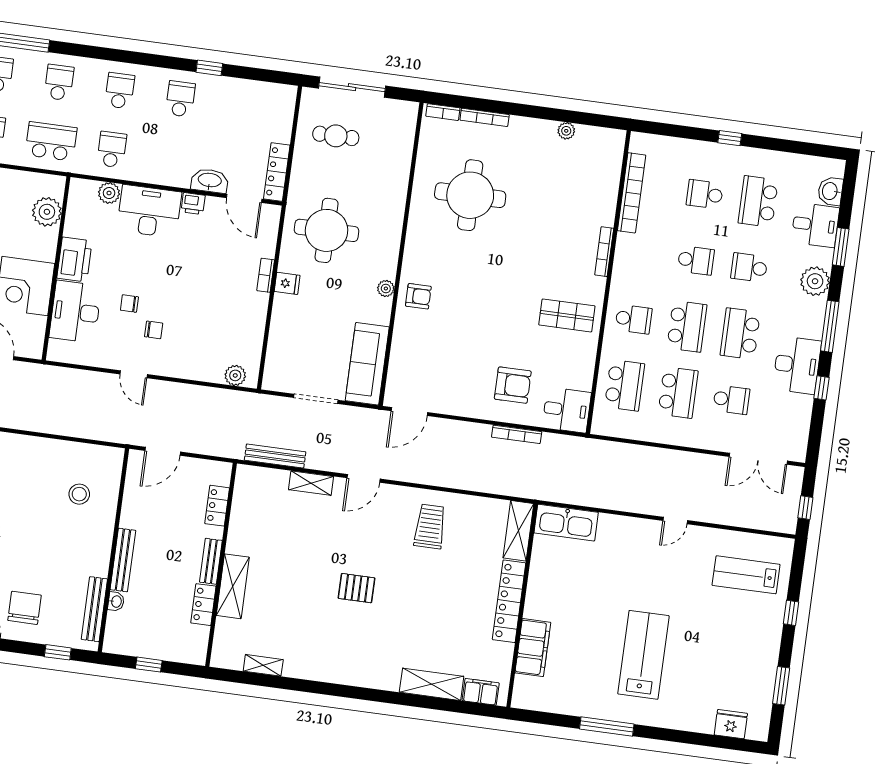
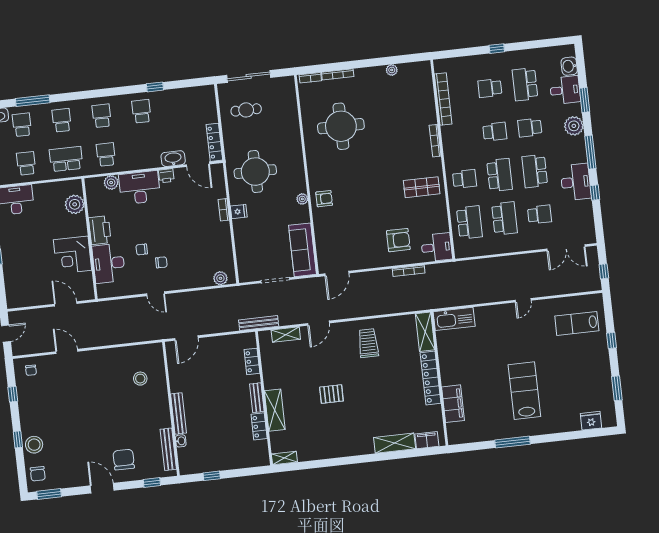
locker: (217, 506) -> (252, 361), moved
bench: (211, 561) -> (257, 398), moved
wall: (221, 565) -> (264, 398), moved
shelving: (233, 586) -> (275, 410), moved
locker: (203, 605) -> (259, 426), moved

